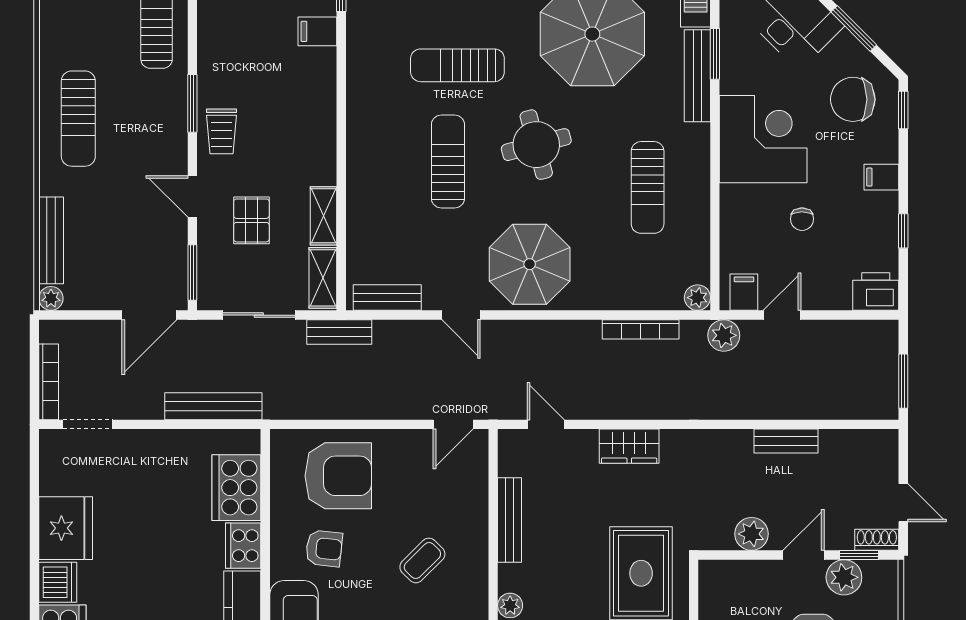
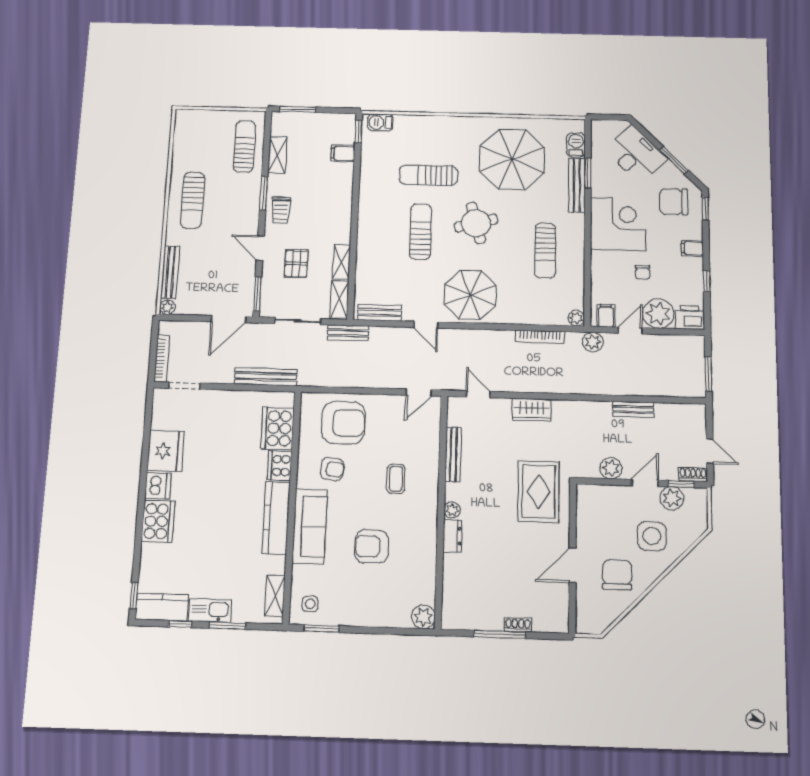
shelving: (211, 37) -> (277, 155), added
plant: (826, 286) -> (658, 314), added
coffee table: (422, 560) -> (396, 479), turned -45

